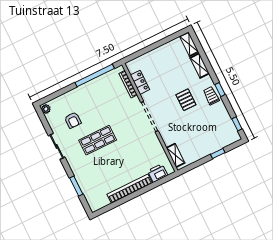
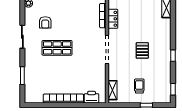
shelving: (200, 66) -> (166, 29), removed
trolley: (211, 96) -> (139, 86), moved

